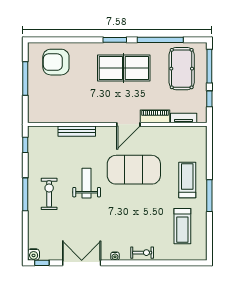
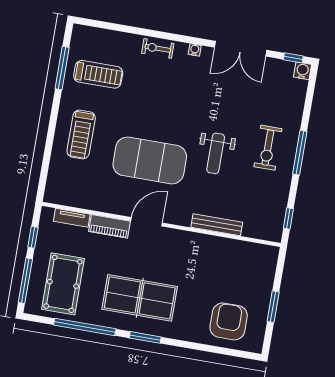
armchair: (56, 62) -> (229, 321), turned -90
window: (25, 78) -> (273, 307), width x0.69
window: (209, 196) -> (62, 68), moved
treadmill: (182, 226) -> (98, 74), turned 90

